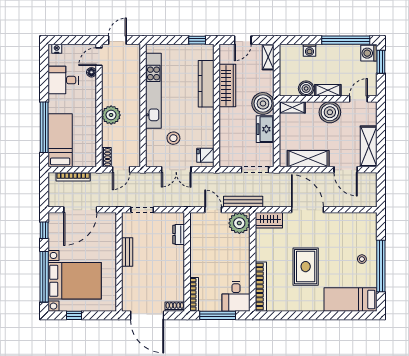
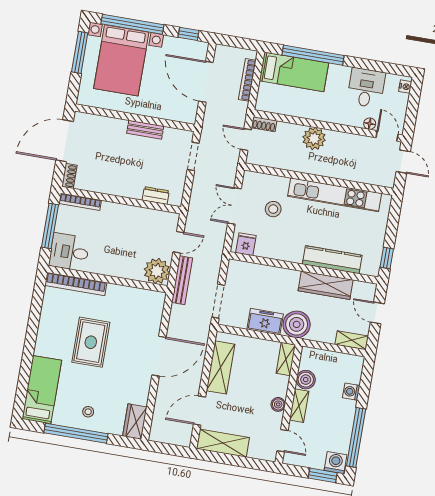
boiler: (330, 112) -> (278, 404), width x0.54, depth x0.54
wardrobe: (269, 220) -> (135, 422), moved
rug: (306, 267) -> (91, 342), turned 90
window: (74, 315) -> (80, 52), width x2.17

